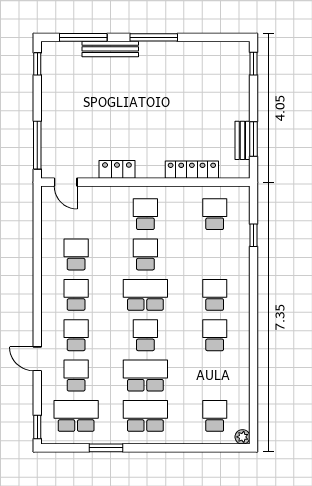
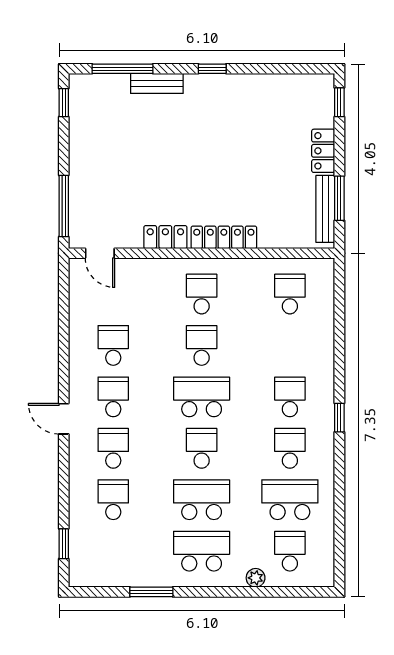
window: (154, 37) -> (212, 69), width x0.46
bench: (110, 49) -> (157, 83), width x0.73
locker: (241, 102) -> (323, 151), added
bench: (242, 140) -> (325, 209), width x1.36
locker: (192, 170) -> (224, 237), moved
window: (254, 235) -> (339, 418), moved
door: (37, 359) -> (64, 419), moved
school desk: (76, 416) -> (290, 500), moved
window: (37, 427) -> (64, 544), moved
plant: (243, 437) -> (256, 578), moved

